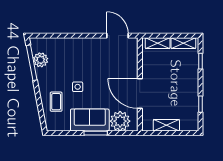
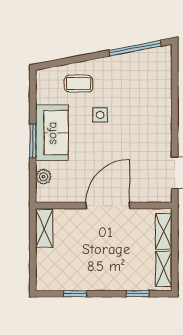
plant: (41, 60) -> (139, 61), removed
door: (140, 94) -> (108, 205), moved
plant: (120, 121) -> (43, 177), width x0.53, depth x0.53
shelving: (166, 125) -> (44, 229), moved

